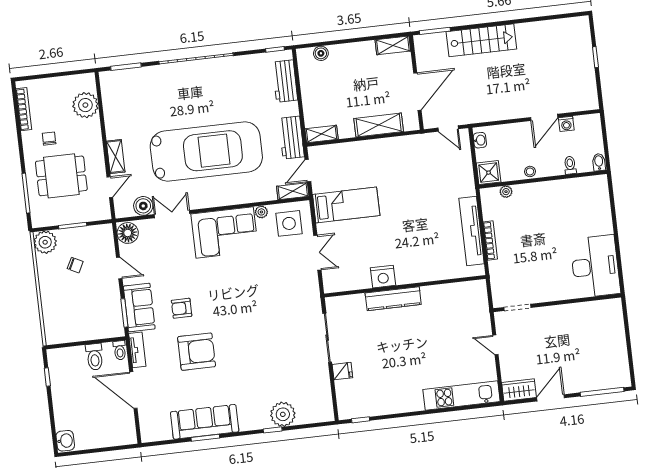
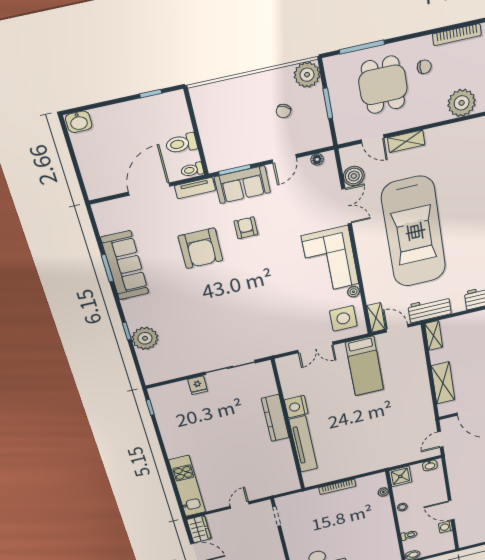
tv unit: (472, 231) -> (303, 444), moved, turned 90
floor lamp: (128, 233) -> (317, 159), width x0.53, depth x0.53

